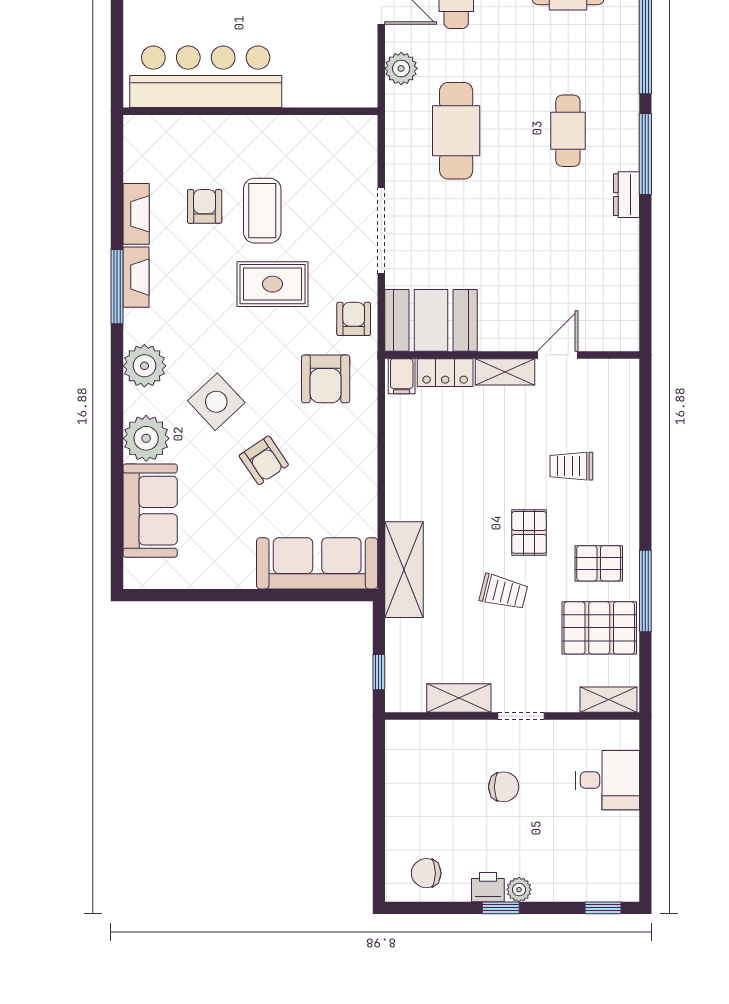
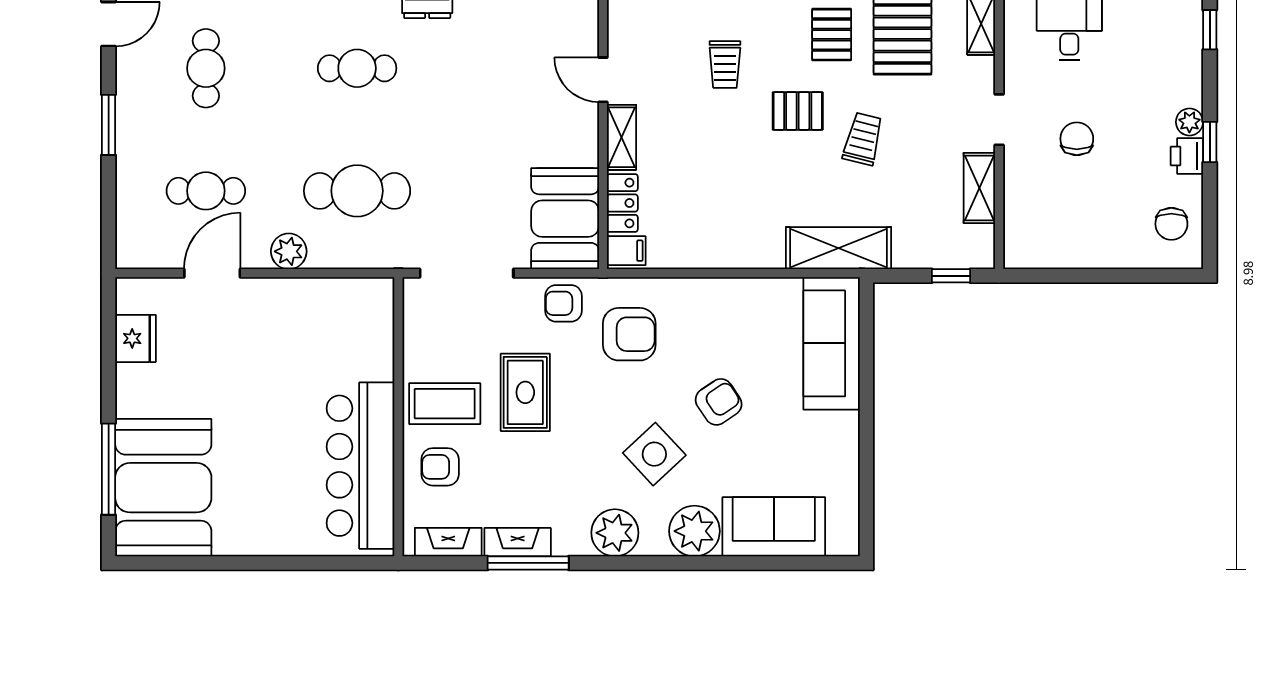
bar counter: (206, 77) -> (360, 466), moved
wall: (250, 111) -> (398, 417), moved

